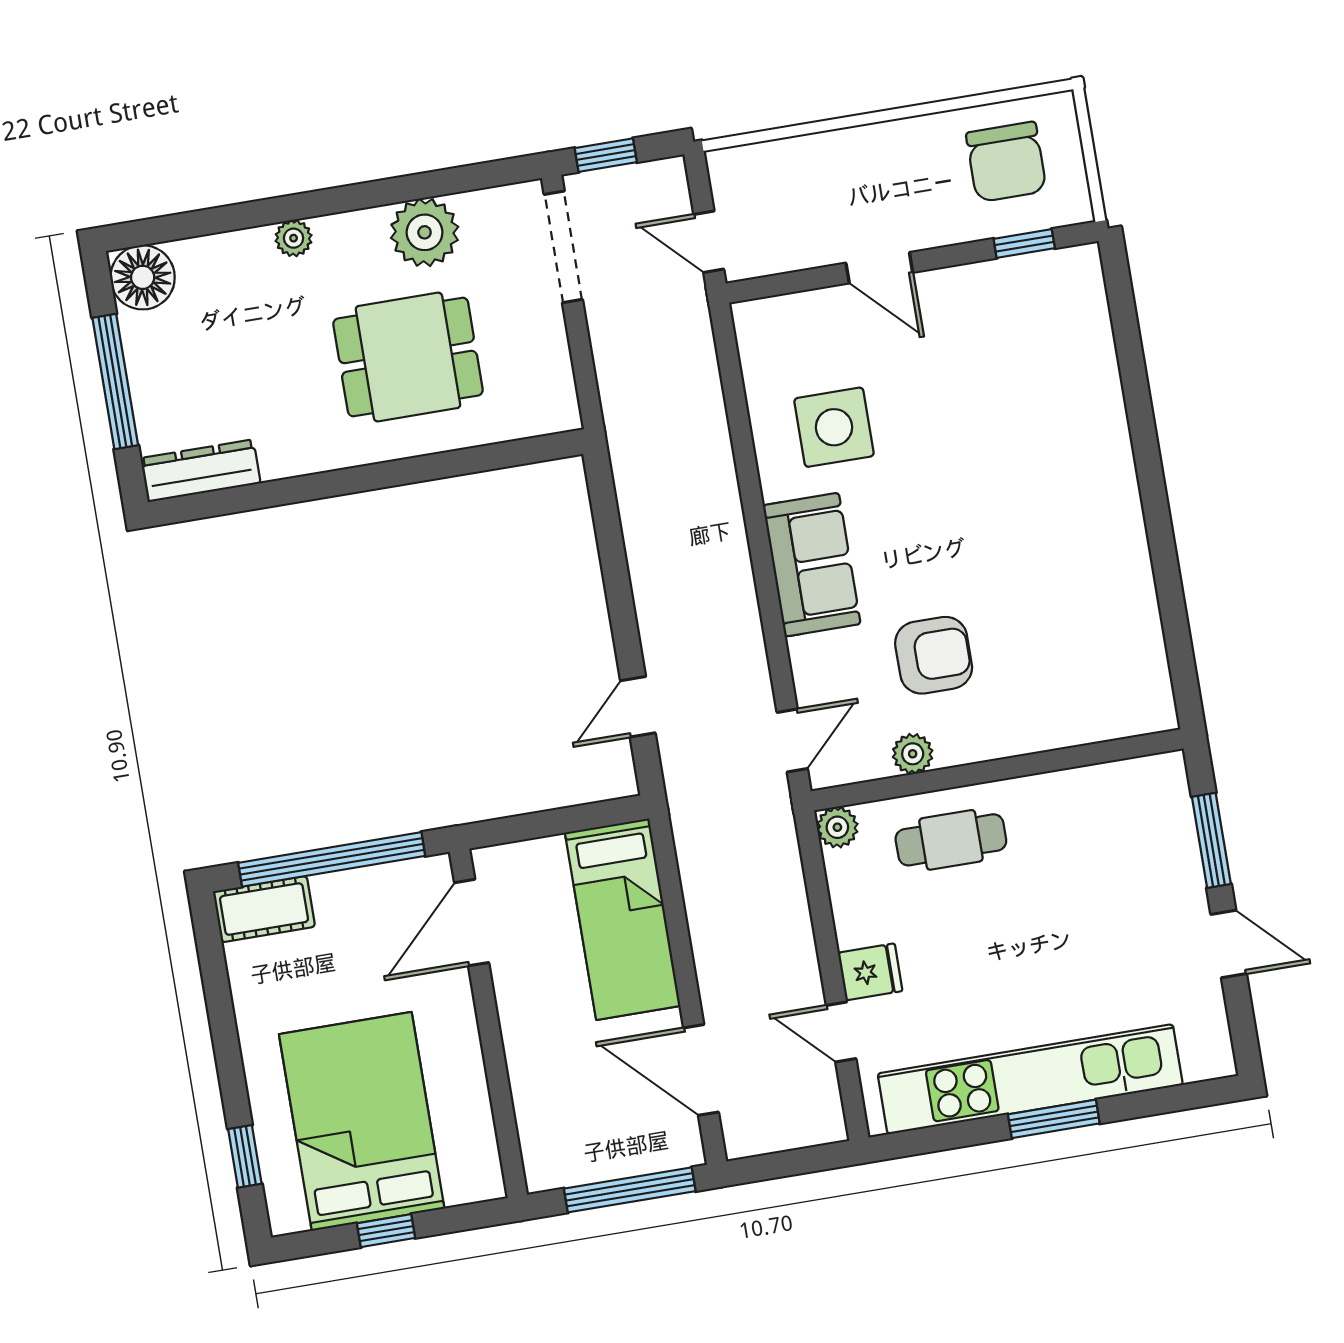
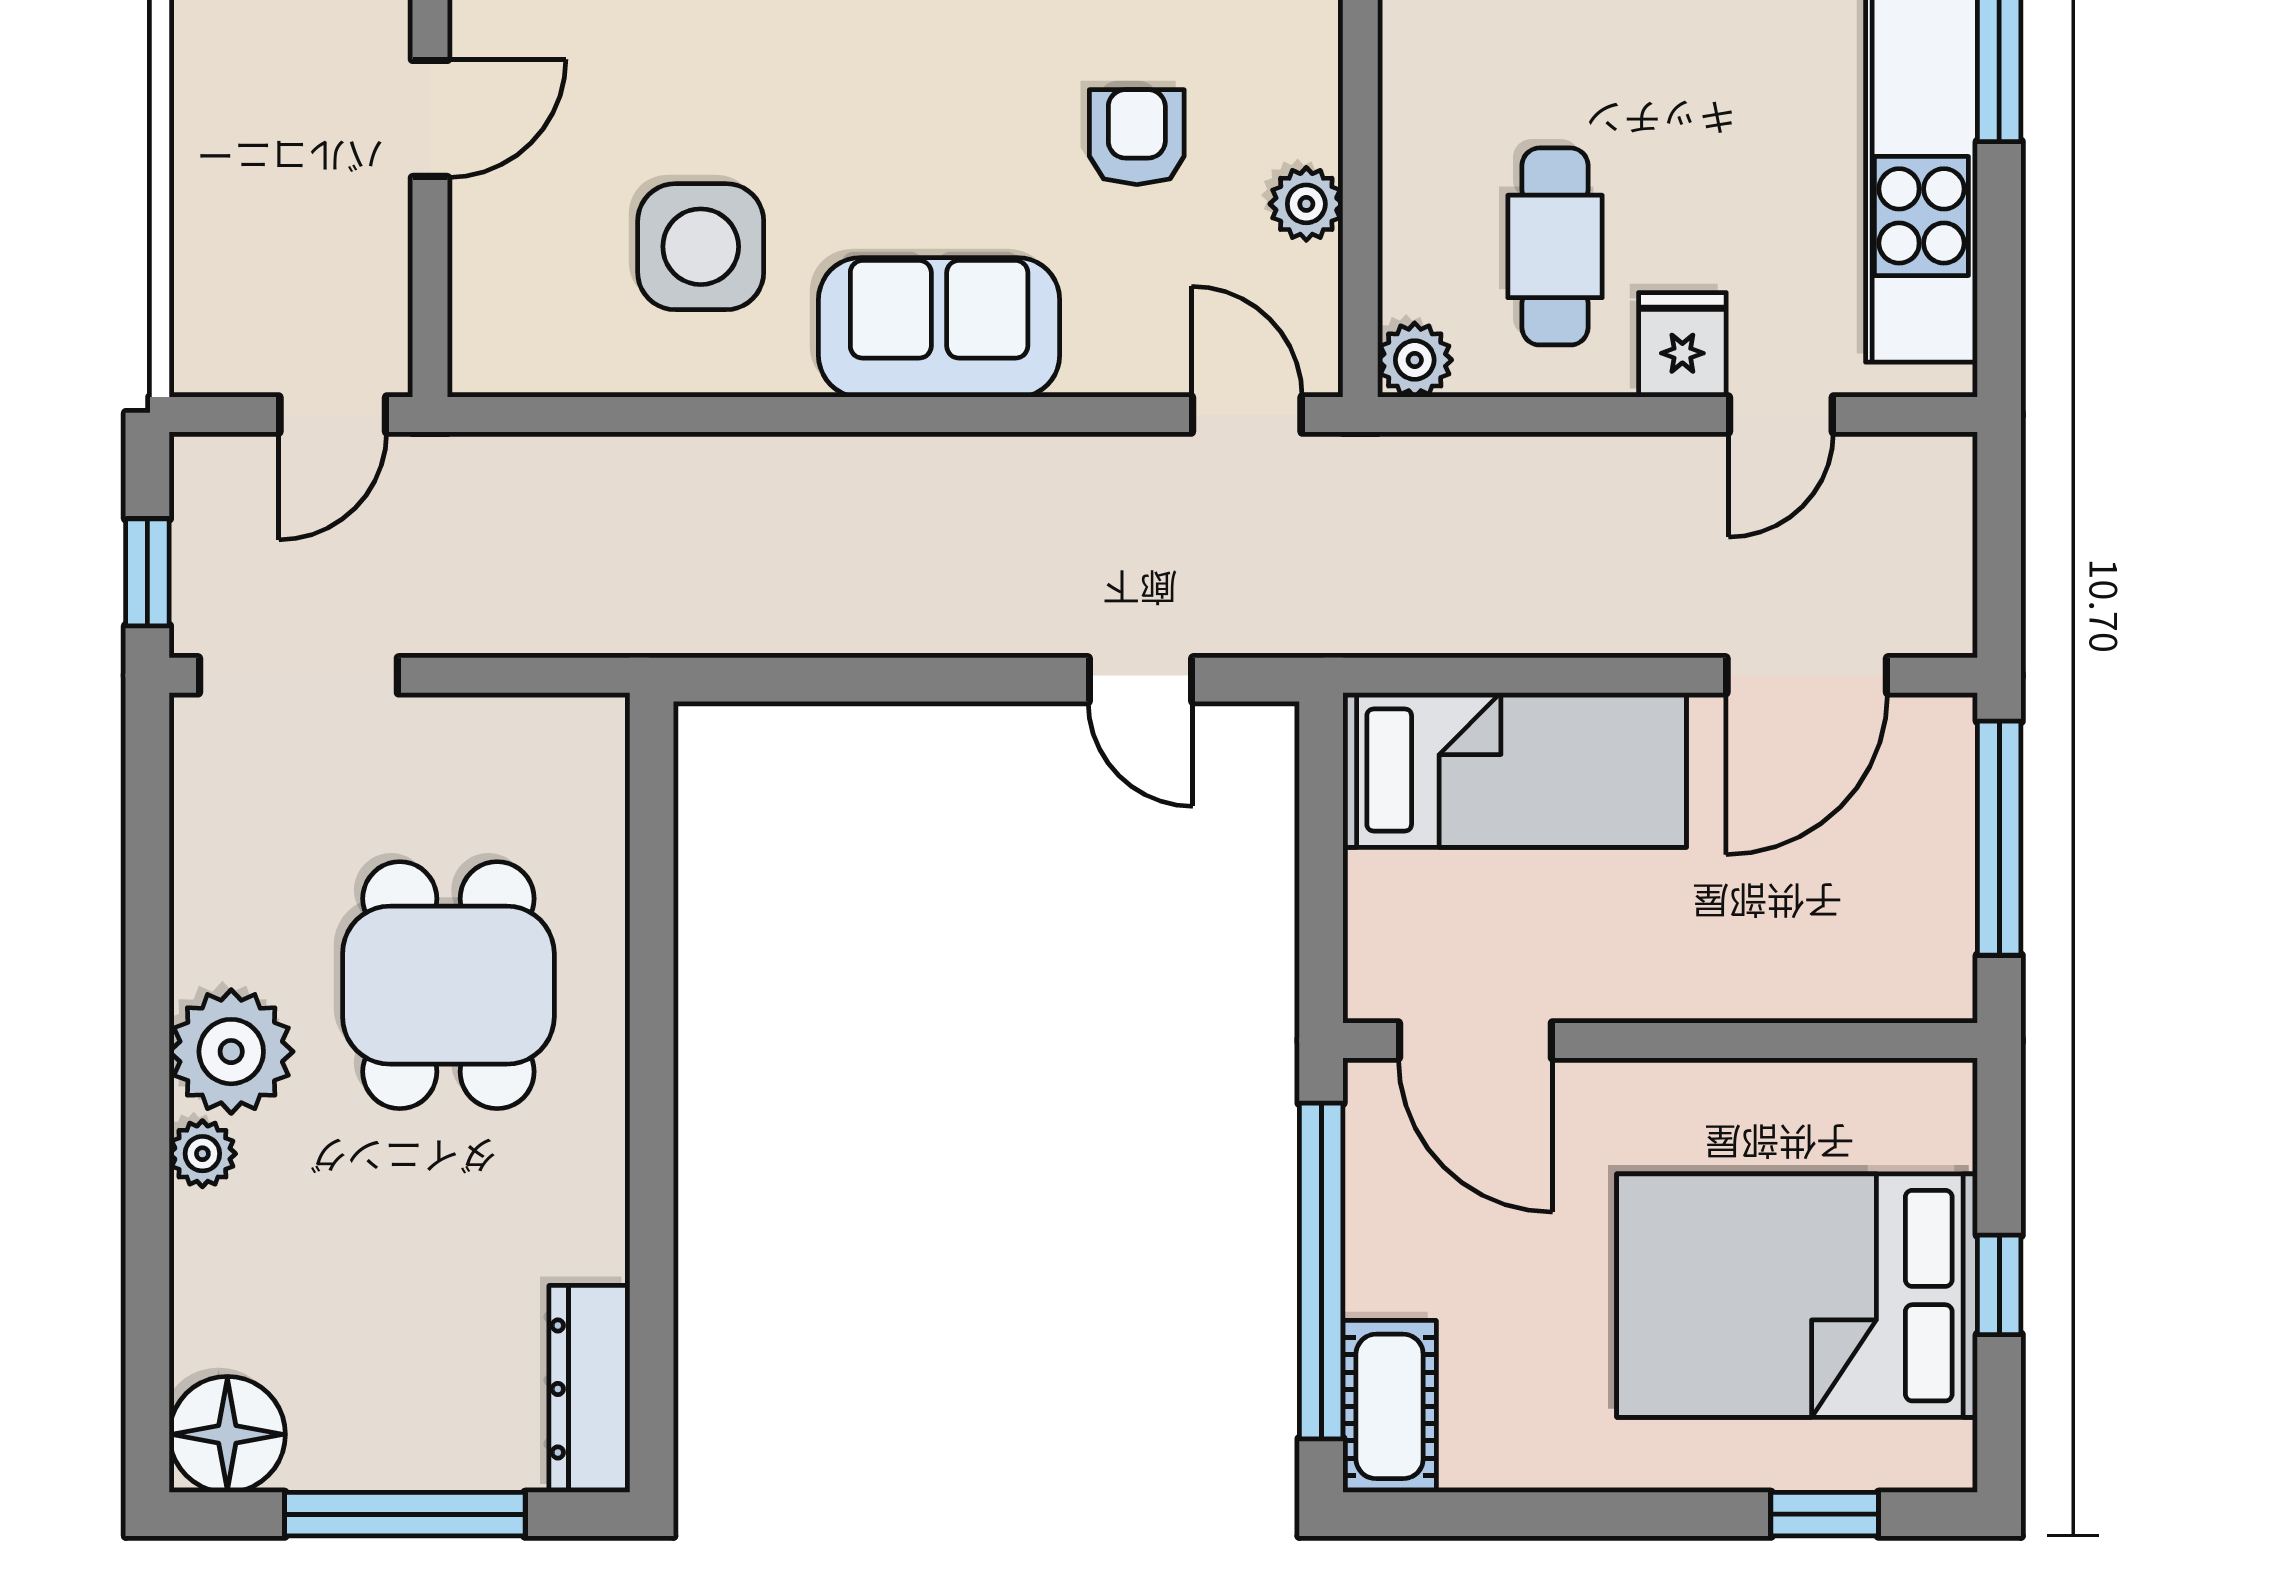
plant: (425, 232) -> (231, 1052), moved
armchair: (934, 655) -> (1137, 137), width x0.72, depth x0.72
cafe table: (951, 840) -> (1555, 246), moved

